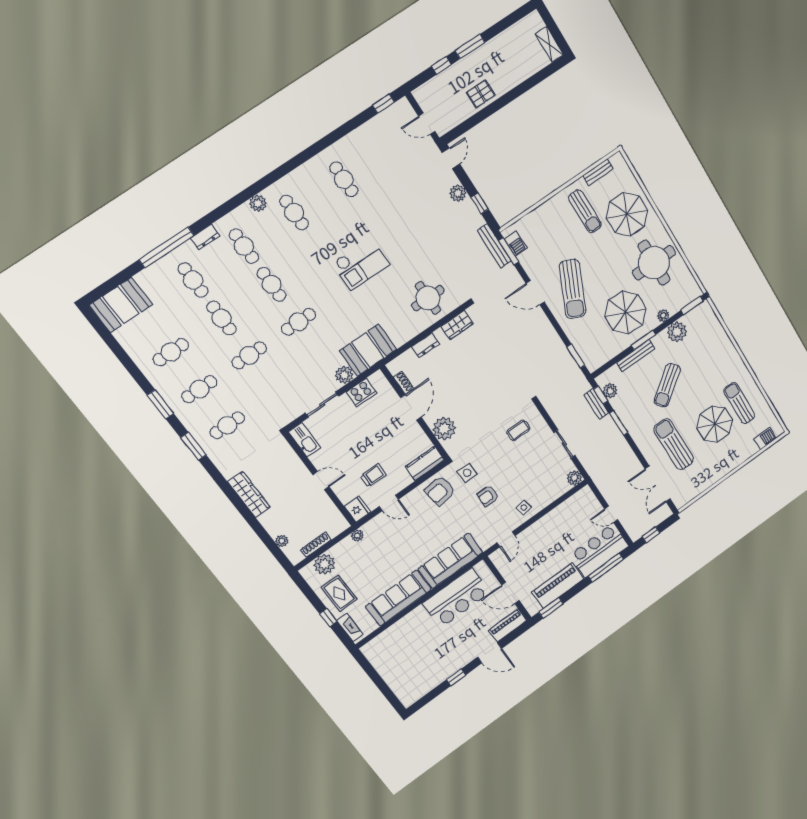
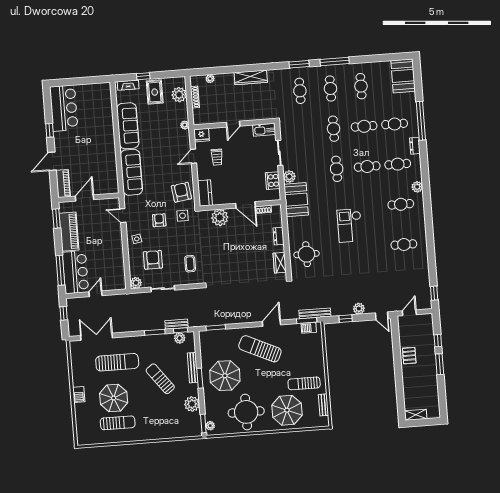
plant: (663, 315) -> (210, 426), moved
window: (160, 404) -> (335, 61), width x1.44
barbecue: (765, 439) -> (79, 395), moved
armchair: (538, 475) -> (153, 260), added
rug: (339, 593) -> (155, 92), turned 90
bar counter: (456, 598) -> (64, 108), moved, turned 180

